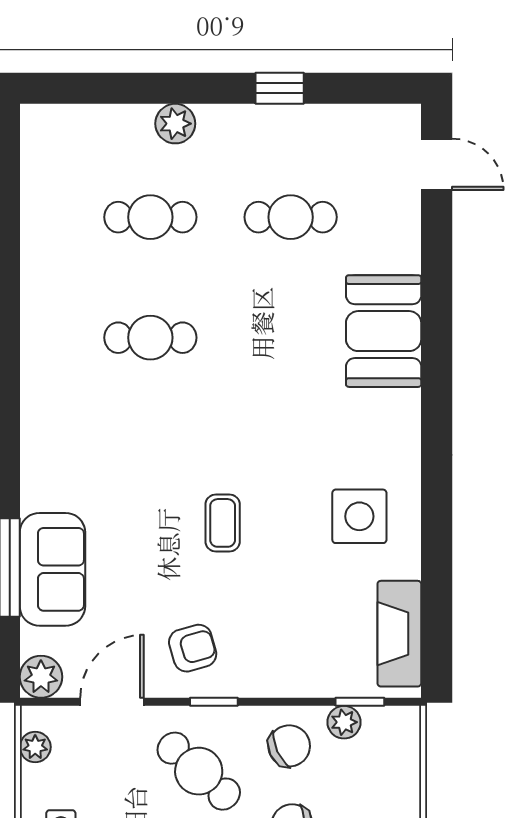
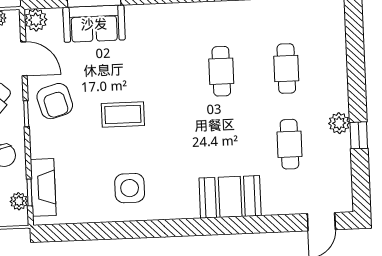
plant: (175, 124) -> (339, 123), moved
coffee table: (223, 523) -> (123, 114), width x1.36, depth x1.30
fireplace: (399, 634) -> (43, 187), moved, turned 90
armchair: (193, 648) -> (55, 101), width x1.38, depth x1.38
plant: (344, 722) -> (19, 201), moved

